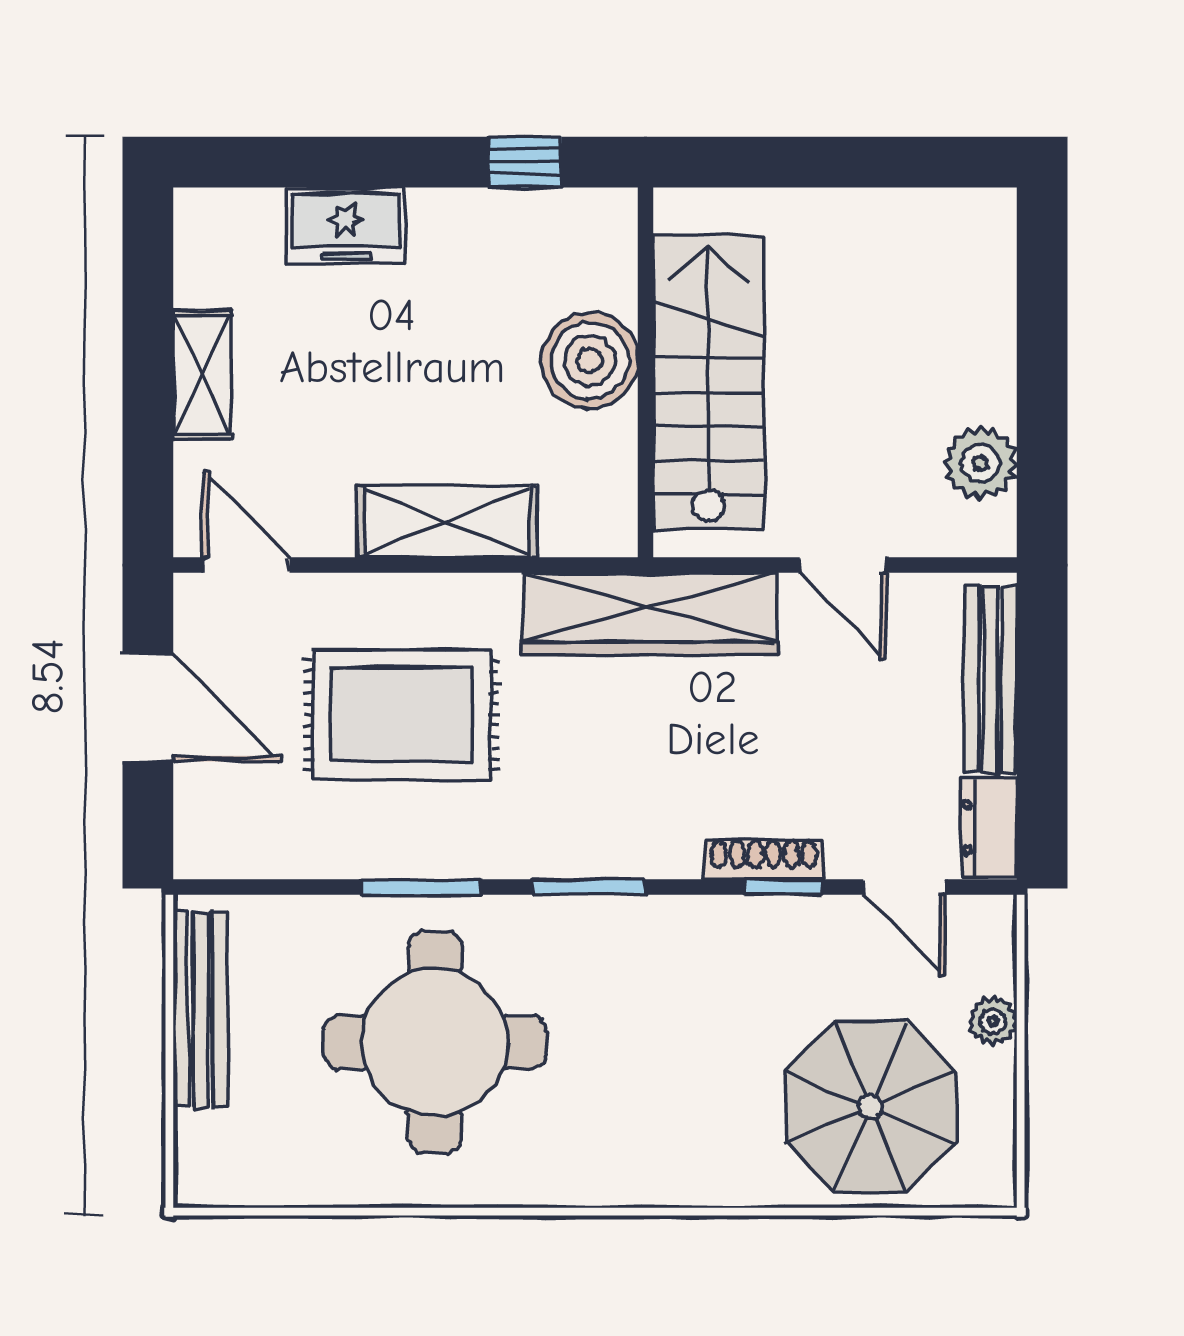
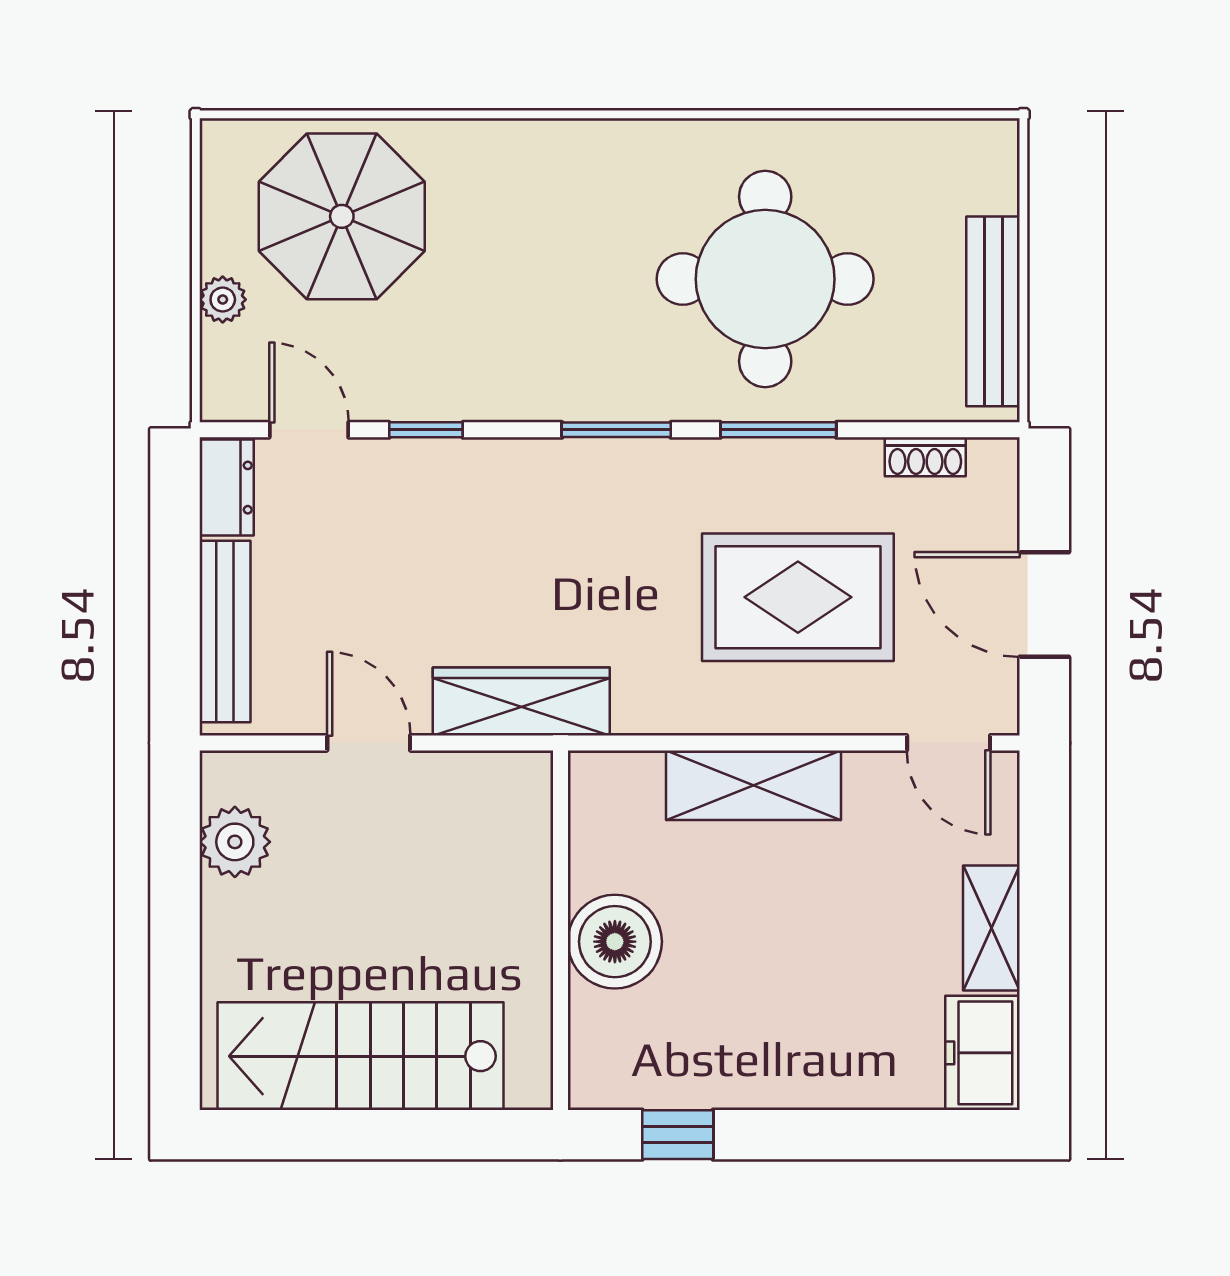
freezer: (346, 226) -> (982, 1053), moved, turned -90
stairs: (709, 382) -> (360, 1056), moved, turned 90
wardrobe: (649, 614) -> (521, 701), width x0.71, depth x0.85
shoe rack: (764, 859) -> (925, 457), moved, width x0.70

